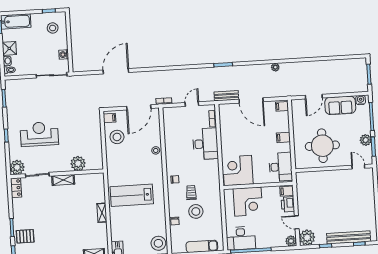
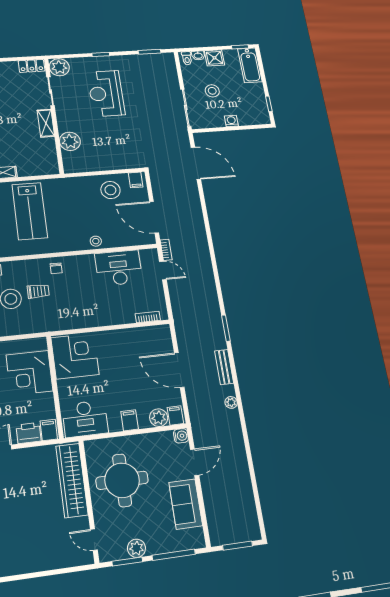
stool: (53, 28) -> (212, 91), moved
washing machine: (64, 55) -> (231, 121), moved
door: (116, 71) -> (196, 163), moved
bench: (226, 96) -> (224, 367), moved
door: (314, 97) -> (195, 462), swing flipped
door: (251, 100) -> (179, 370), hinge flipped
water cooler: (361, 100) -> (181, 436), moved
door: (192, 104) -> (163, 270), moved
plant: (283, 118) -> (159, 418), added
reception desk: (39, 134) -> (106, 93), turned 180
desk: (205, 144) -> (119, 268), moved, turned 180
door: (358, 167) -> (94, 540), swing flipped
wardrobe: (320, 178) -> (72, 480), added
lab bench: (132, 195) -> (30, 211), turned 180

